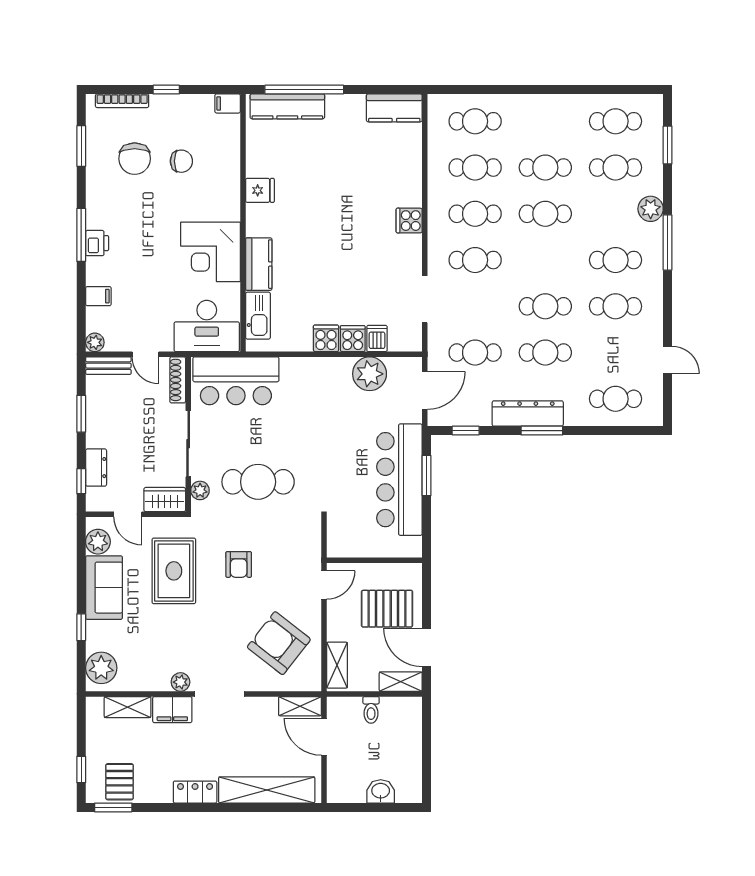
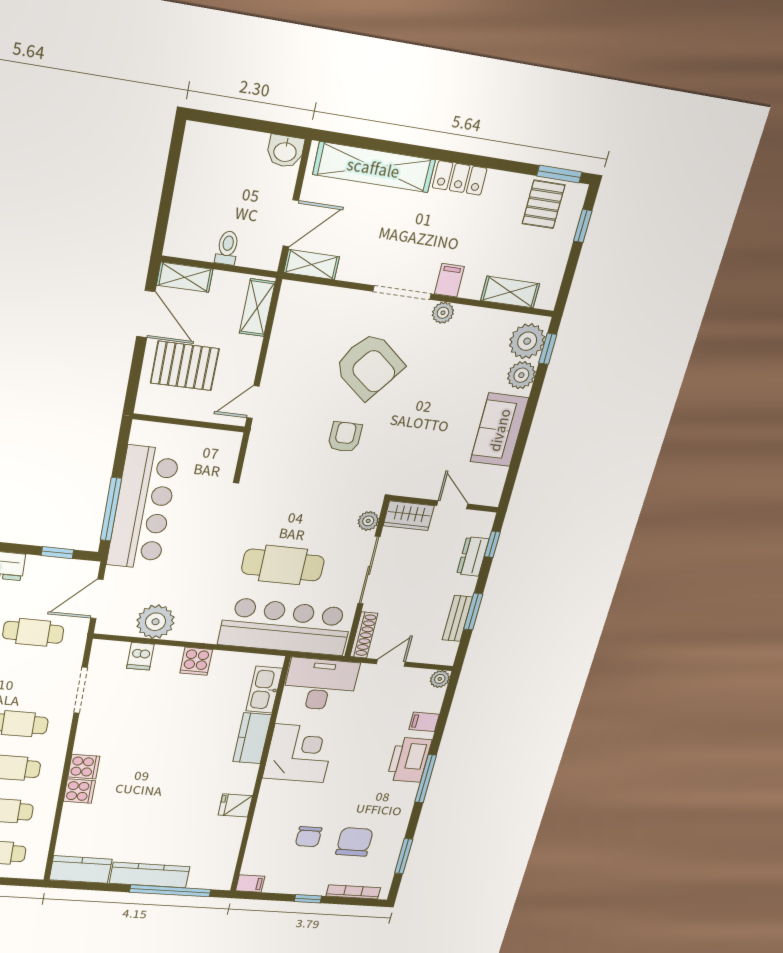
kitchen counter: (287, 106) -> (150, 875), moved
chair: (181, 161) -> (309, 837), turned -90
printer: (97, 243) -> (409, 760), width x1.87, depth x1.48
cooker: (353, 339) -> (79, 791), moved, turned -90
door: (145, 354) -> (391, 663), hinge flipped
bench: (108, 366) -> (457, 618), moved, turned 90
bar counter: (236, 381) -> (286, 627), width x1.36
window: (427, 476) -> (111, 509), width x1.44
cafe table: (258, 482) -> (283, 565), moved
plant: (98, 542) -> (521, 375), moved
rug: (174, 571) -> (418, 439), removed
window: (81, 627) -> (548, 349), moved
armchair: (279, 643) -> (369, 366), moved
filing cabinet: (172, 710) -> (449, 280), width x0.50
door: (324, 737) -> (291, 223), hinge flipped
washbasin: (381, 791) -> (285, 151), moved

